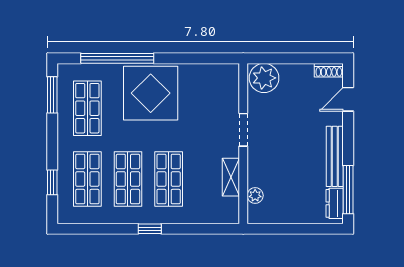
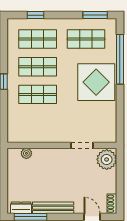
doorway: (243, 130) -> (82, 145), moved
shelving: (231, 177) -> (39, 137), removed

